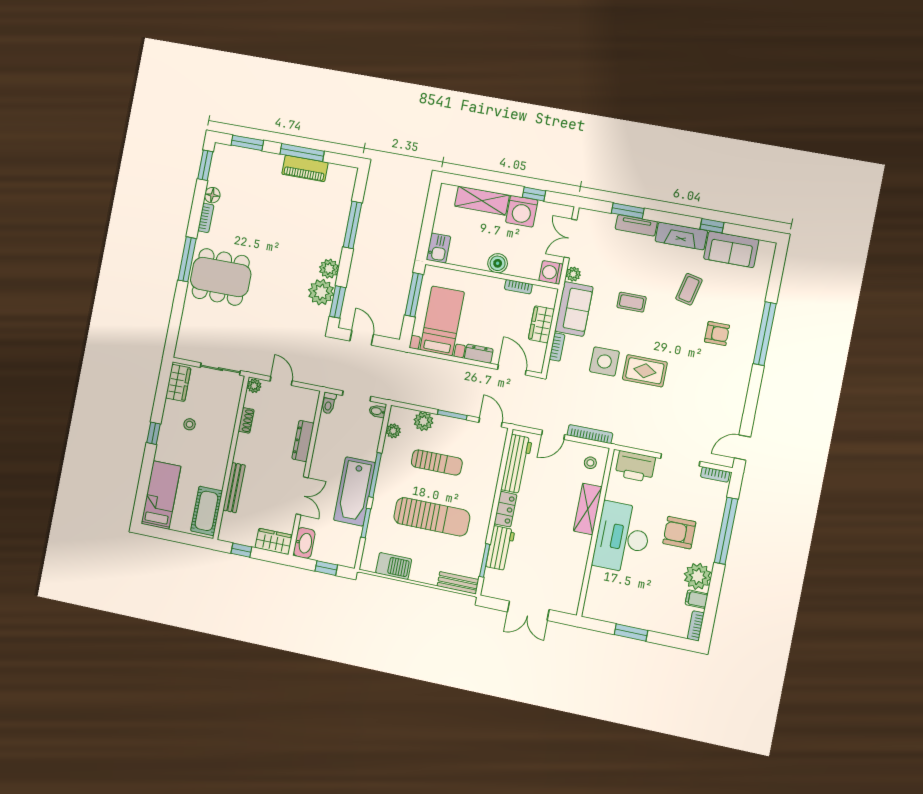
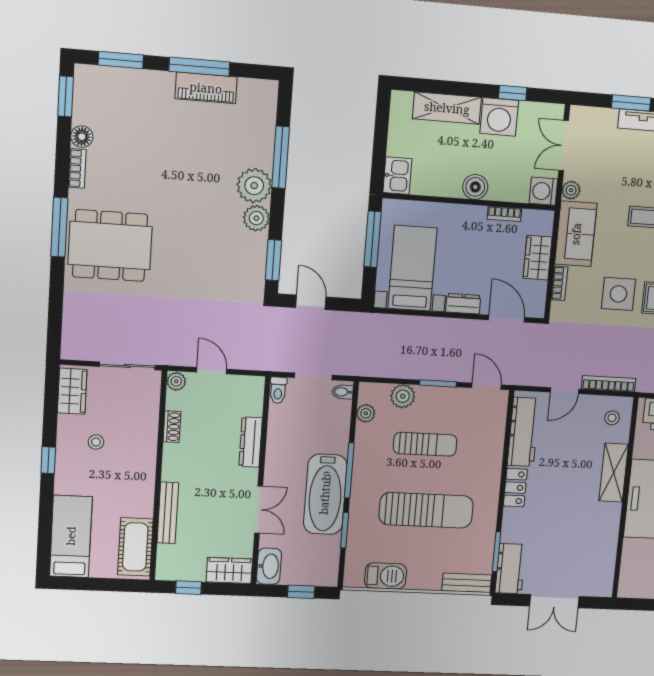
plant: (321, 292) -> (254, 186), moved
workbench: (500, 548) -> (510, 569), moved

